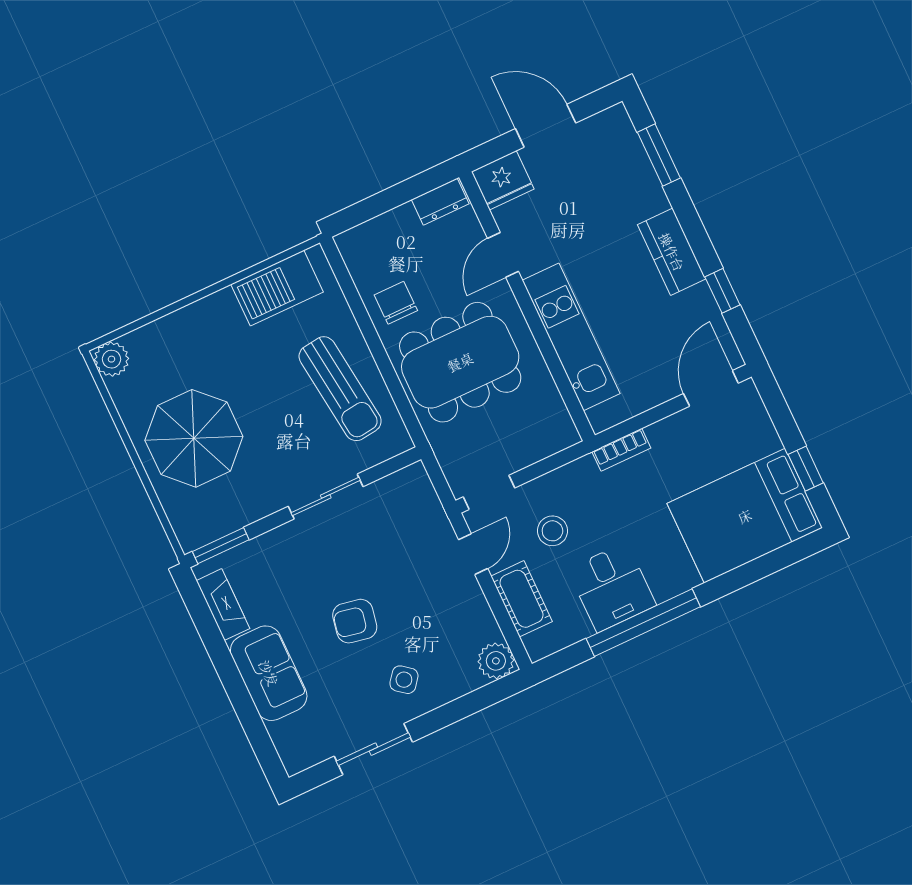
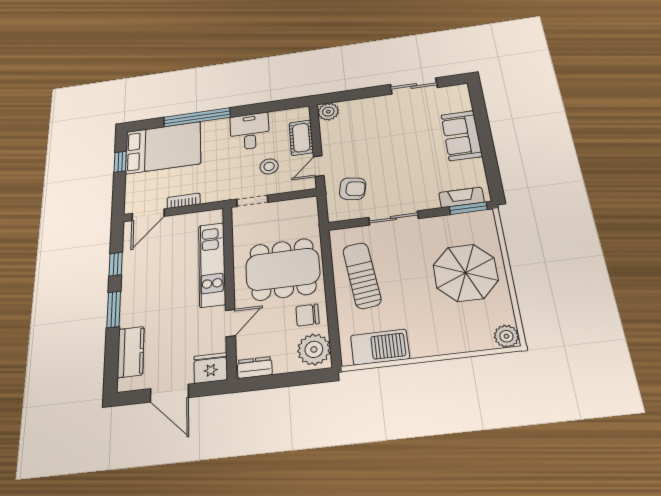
window: (659, 155) -> (114, 309), moved
kitchen counter: (672, 252) -> (131, 352), moved
plant: (367, 255) -> (314, 349), added
chair: (396, 303) -> (307, 315), turned 90
bookcase: (621, 450) -> (184, 201), moved
doorway: (489, 492) -> (252, 201), moved
fireplace: (223, 605) -> (461, 197), moved, turned 90
armchair: (355, 621) -> (353, 189), moved
window: (643, 623) -> (197, 117), moved
side table: (404, 680) -> (384, 115), removed

